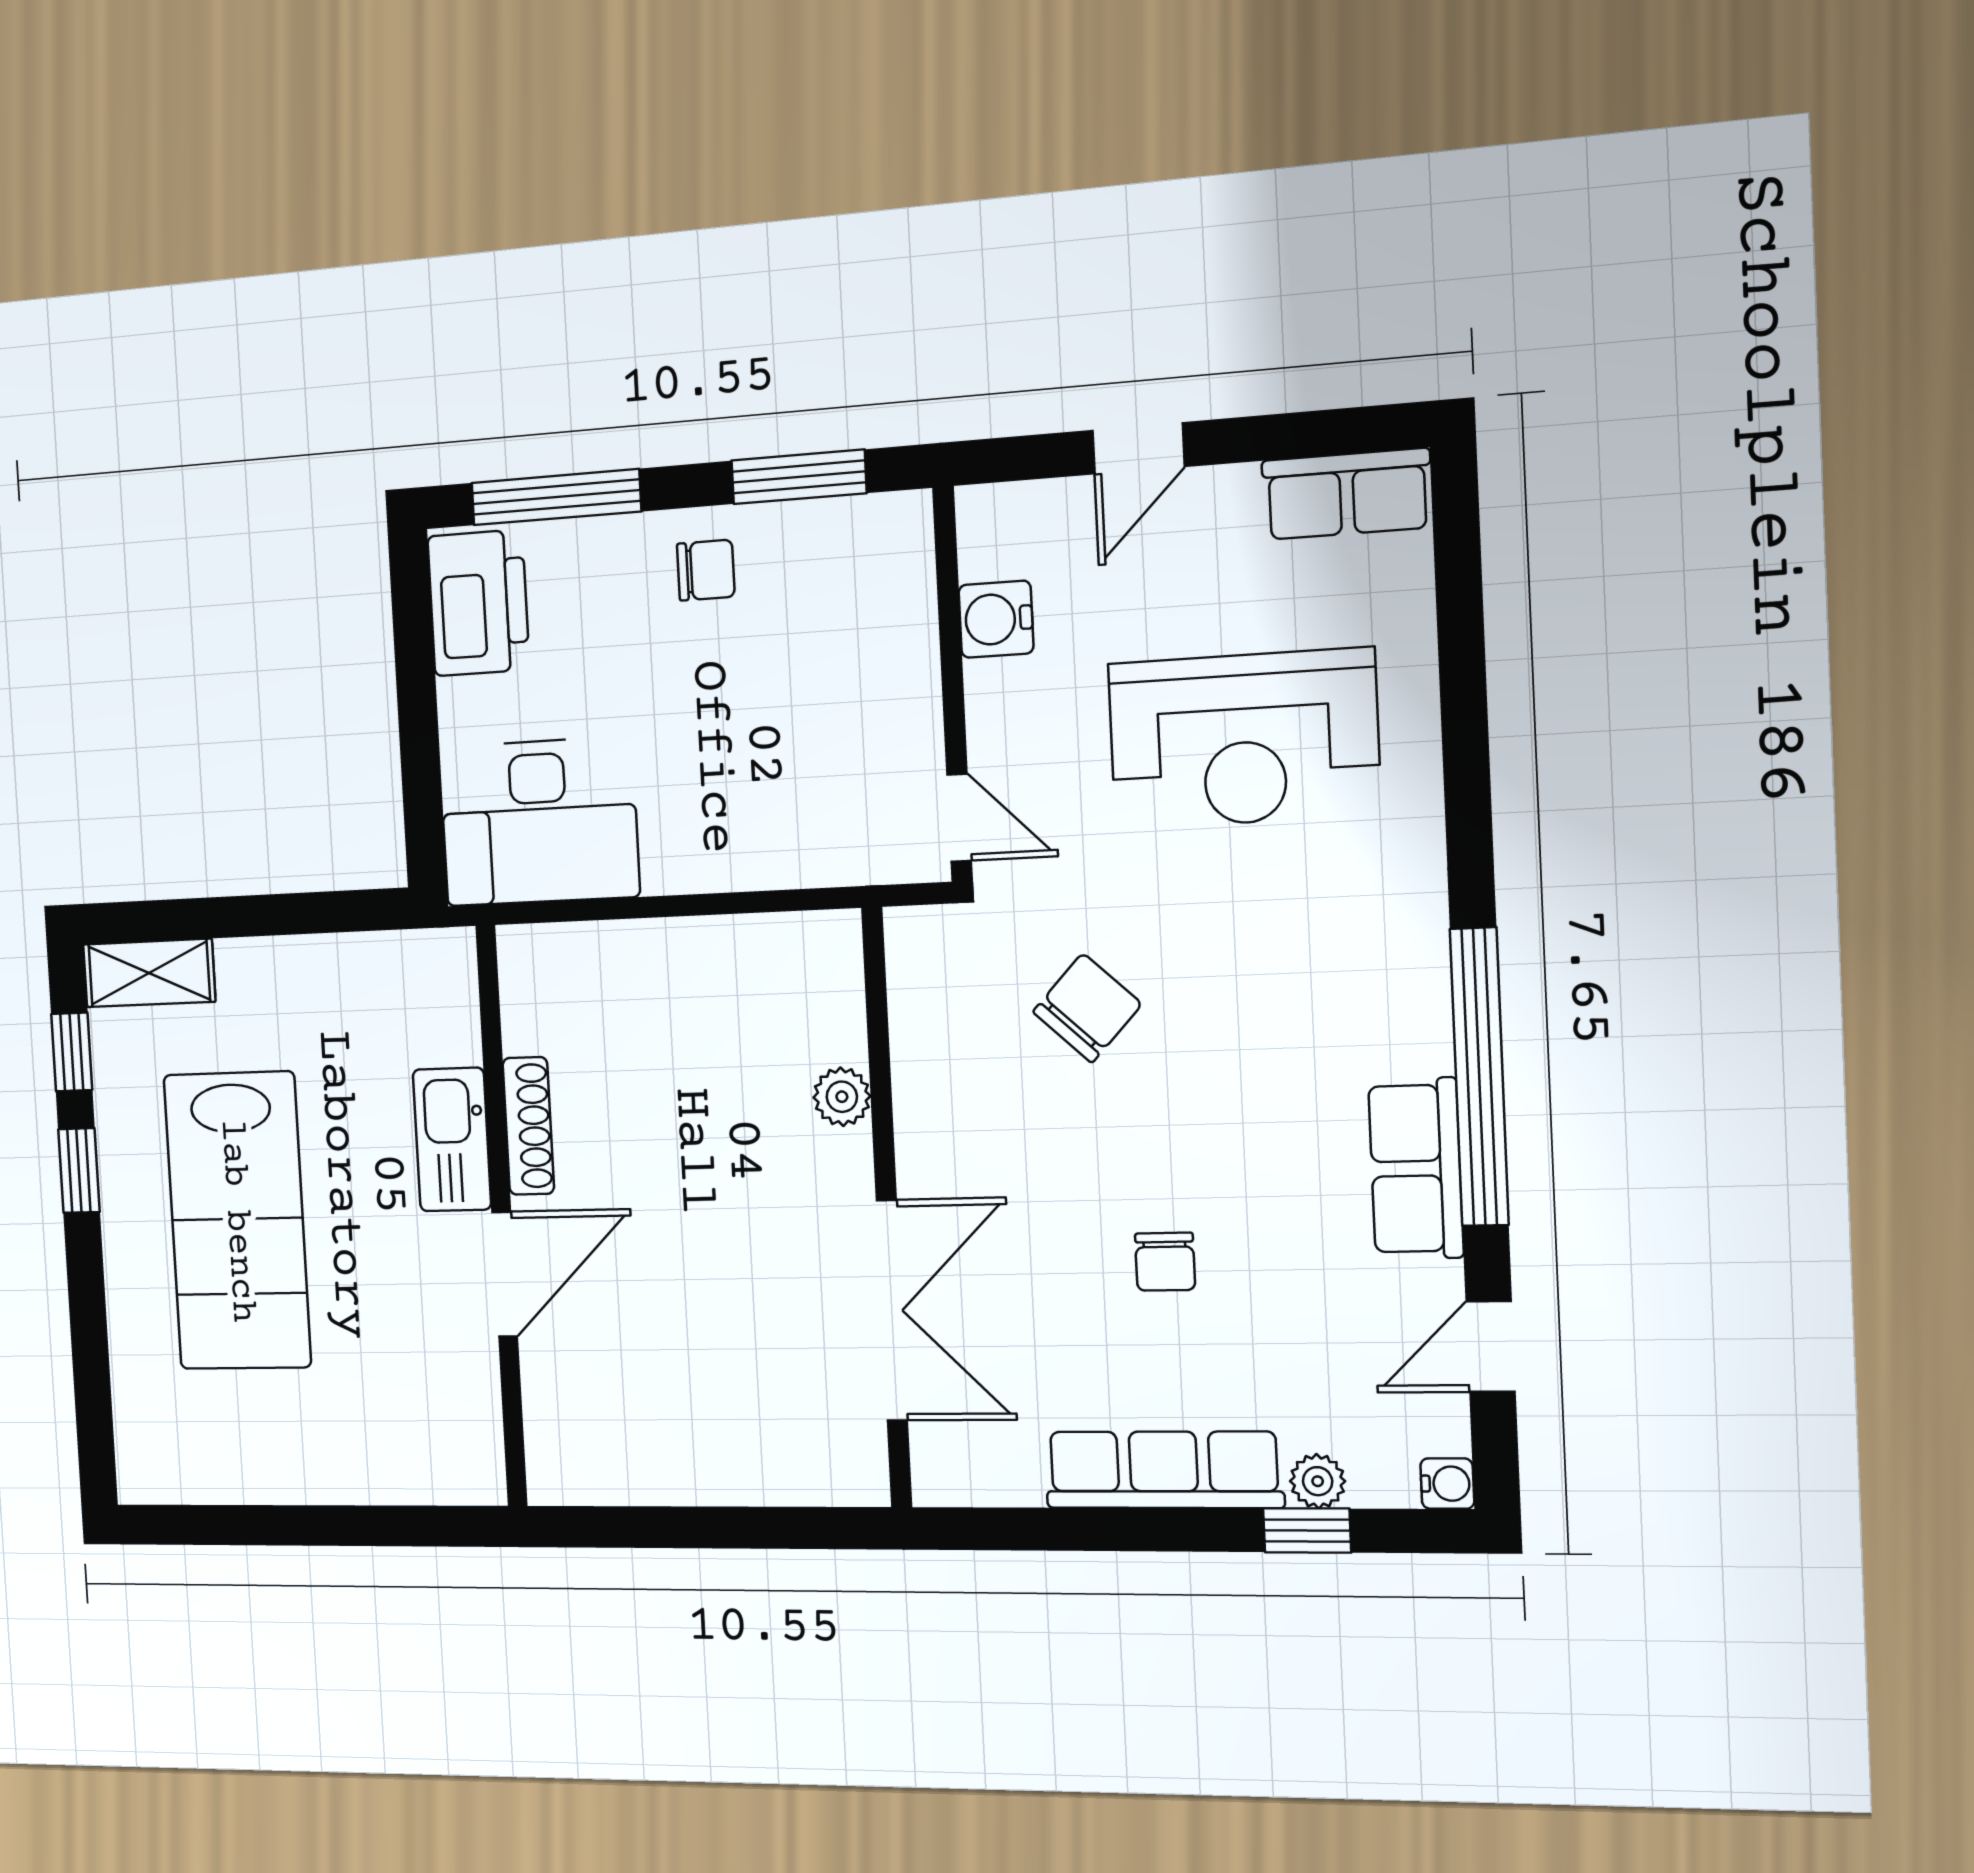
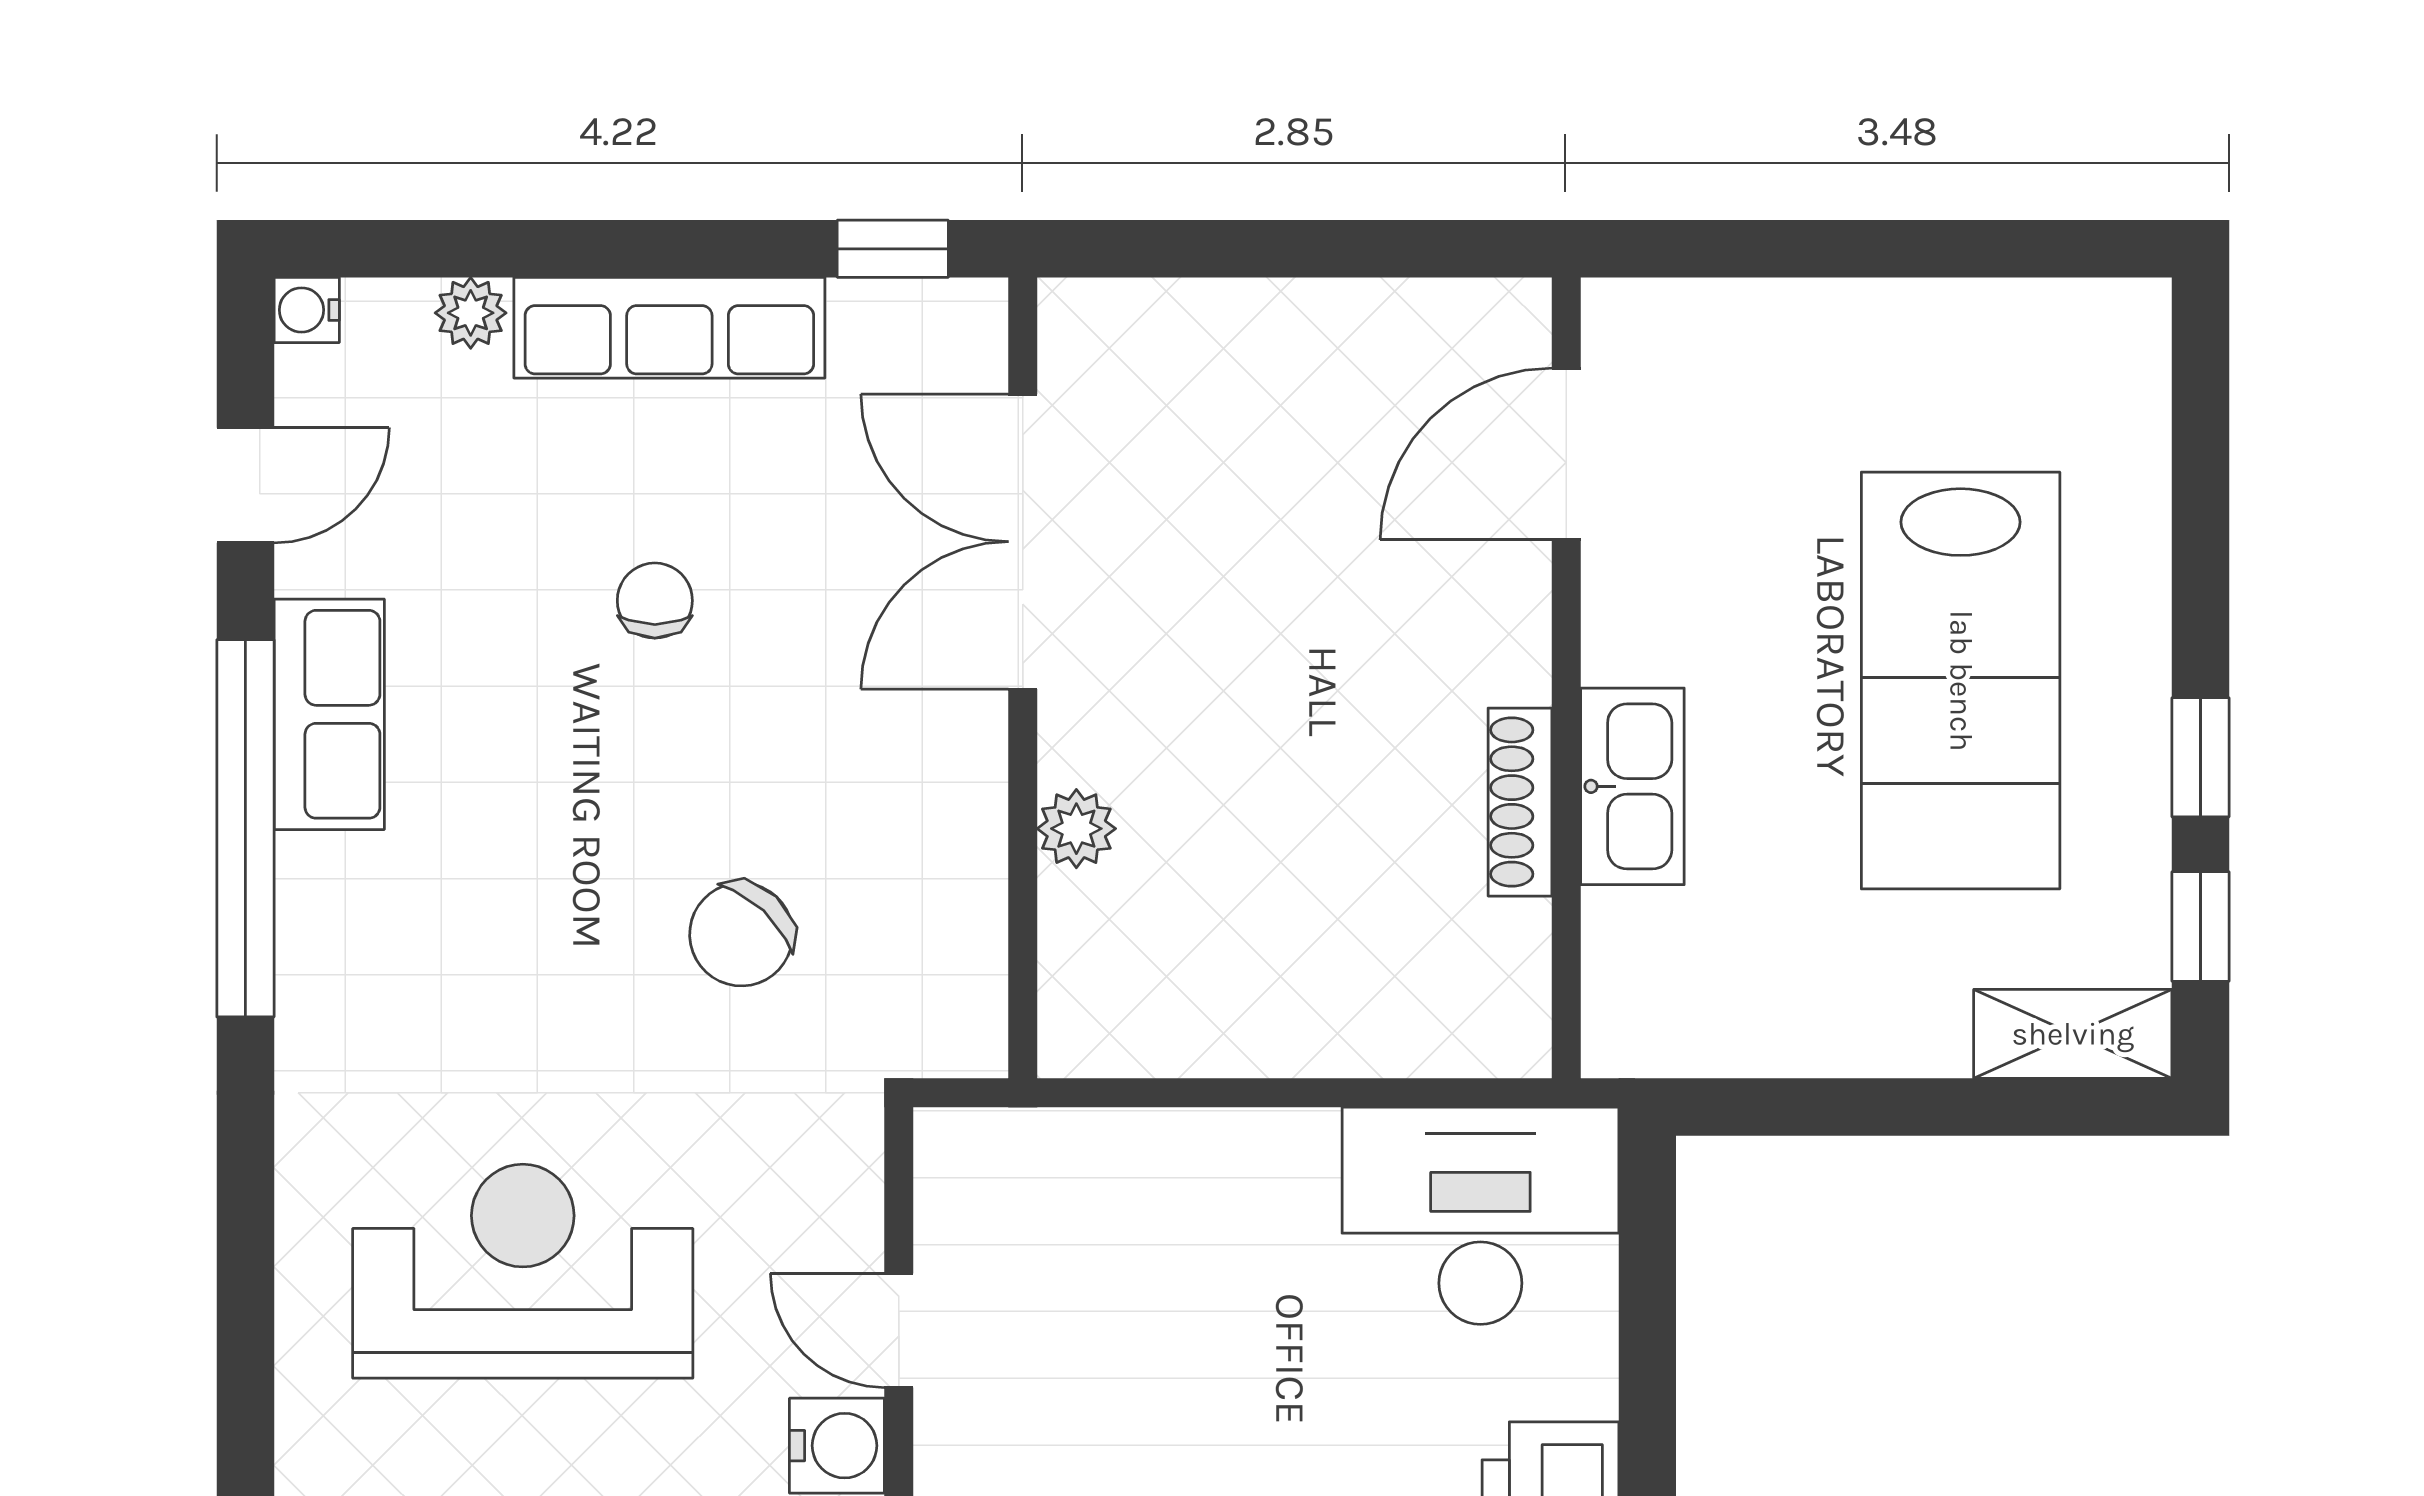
door: (959, 818) -> (899, 1330), moved
lab bench: (237, 1221) -> (1961, 681), turned 180
door: (505, 1274) -> (1566, 454), moved
window: (1307, 1530) -> (893, 249), moved

